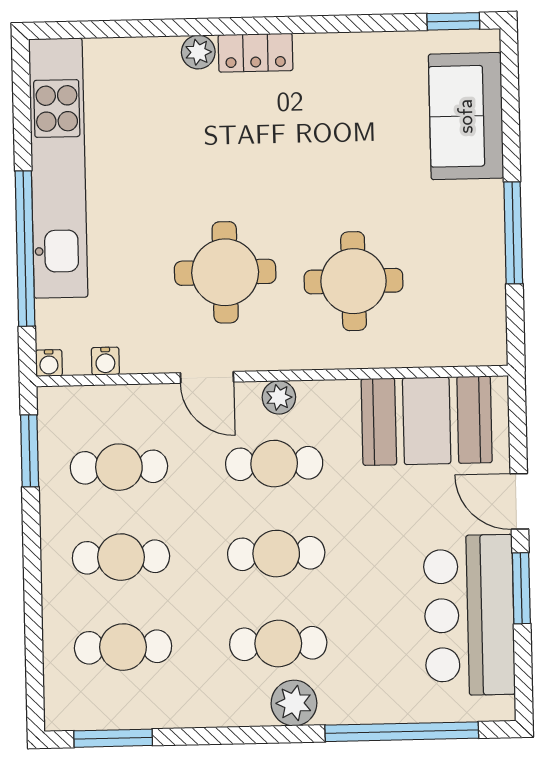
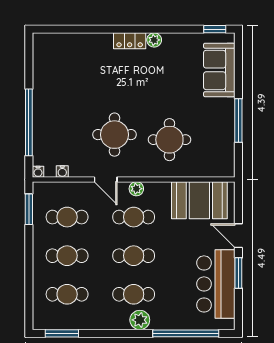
plant: (198, 52) -> (154, 40), moved
kitchen unit: (58, 168) -> (44, 88), removed

